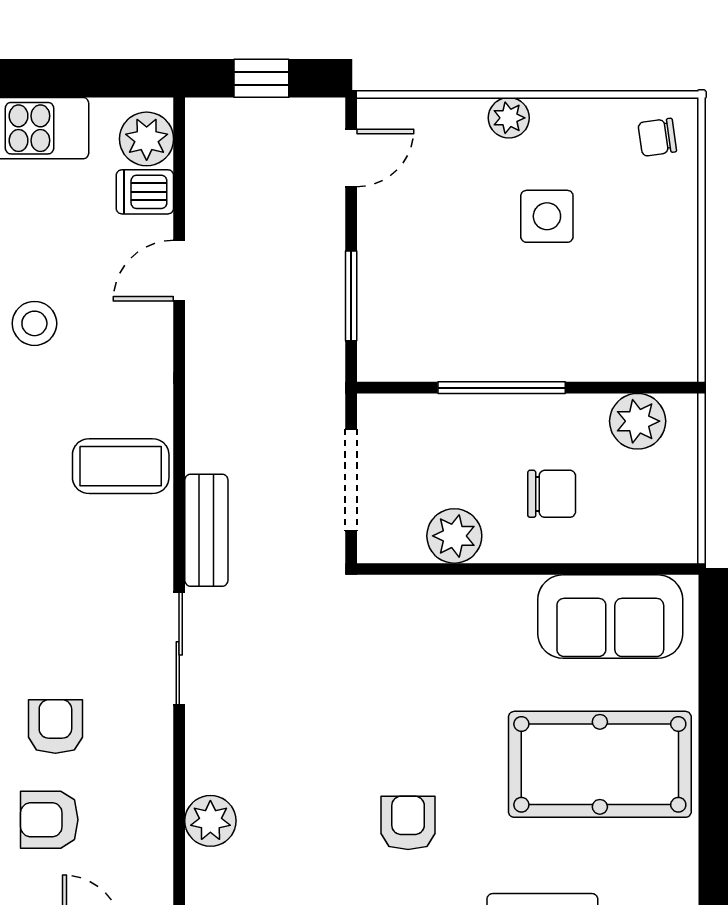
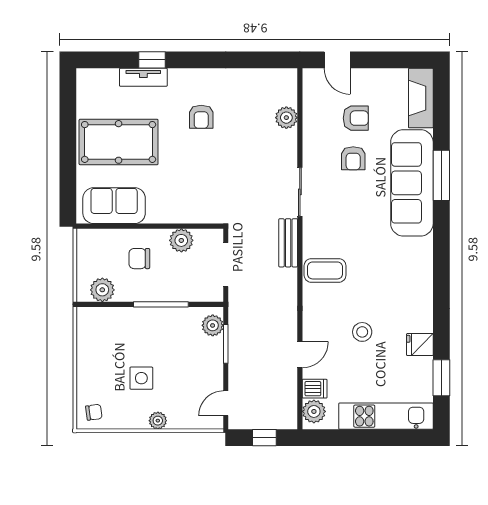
plant: (382, 339) -> (213, 325), added

